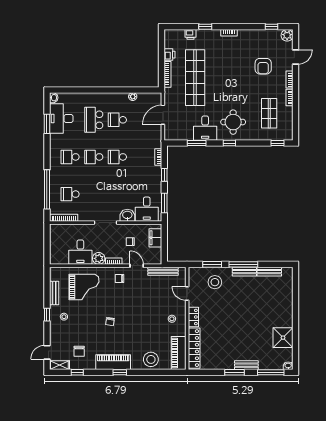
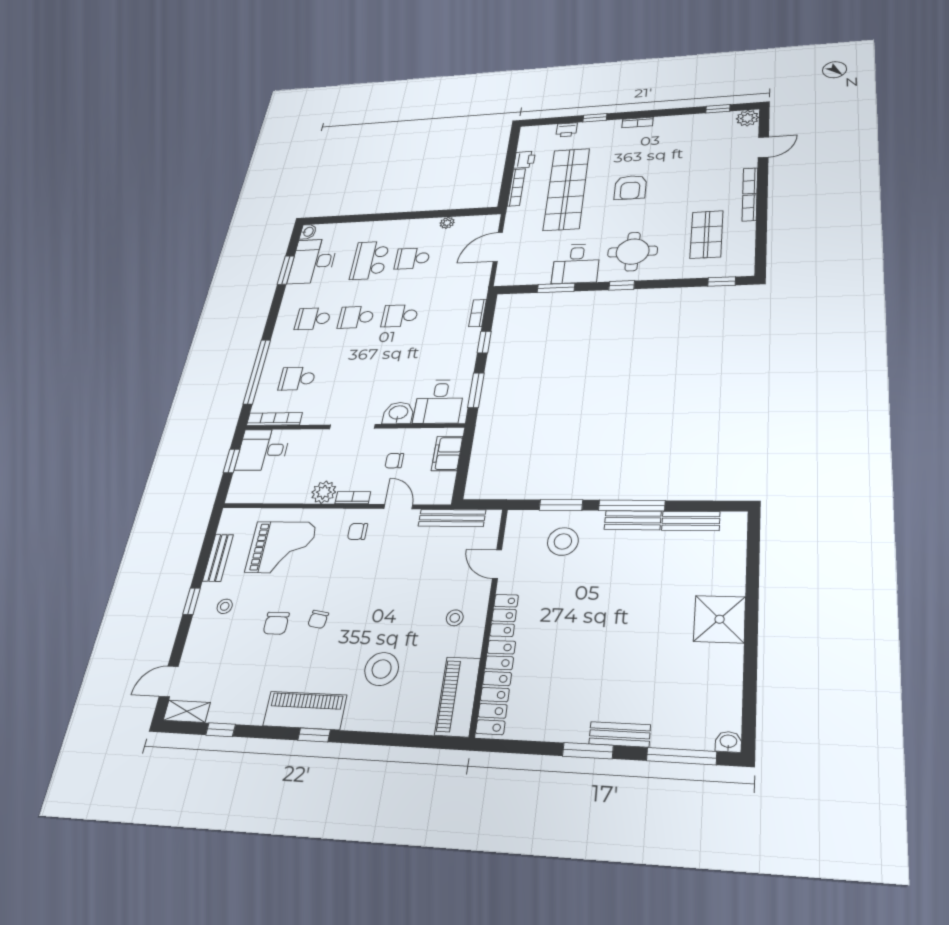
armchair: (263, 66) -> (630, 187), moved
window: (47, 241) -> (231, 461), added
desk: (80, 252) -> (263, 450), moved, turned 90
shower: (283, 338) -> (720, 619), moved
chair: (79, 351) -> (276, 623), moved
stool: (151, 359) -> (382, 669), moved

